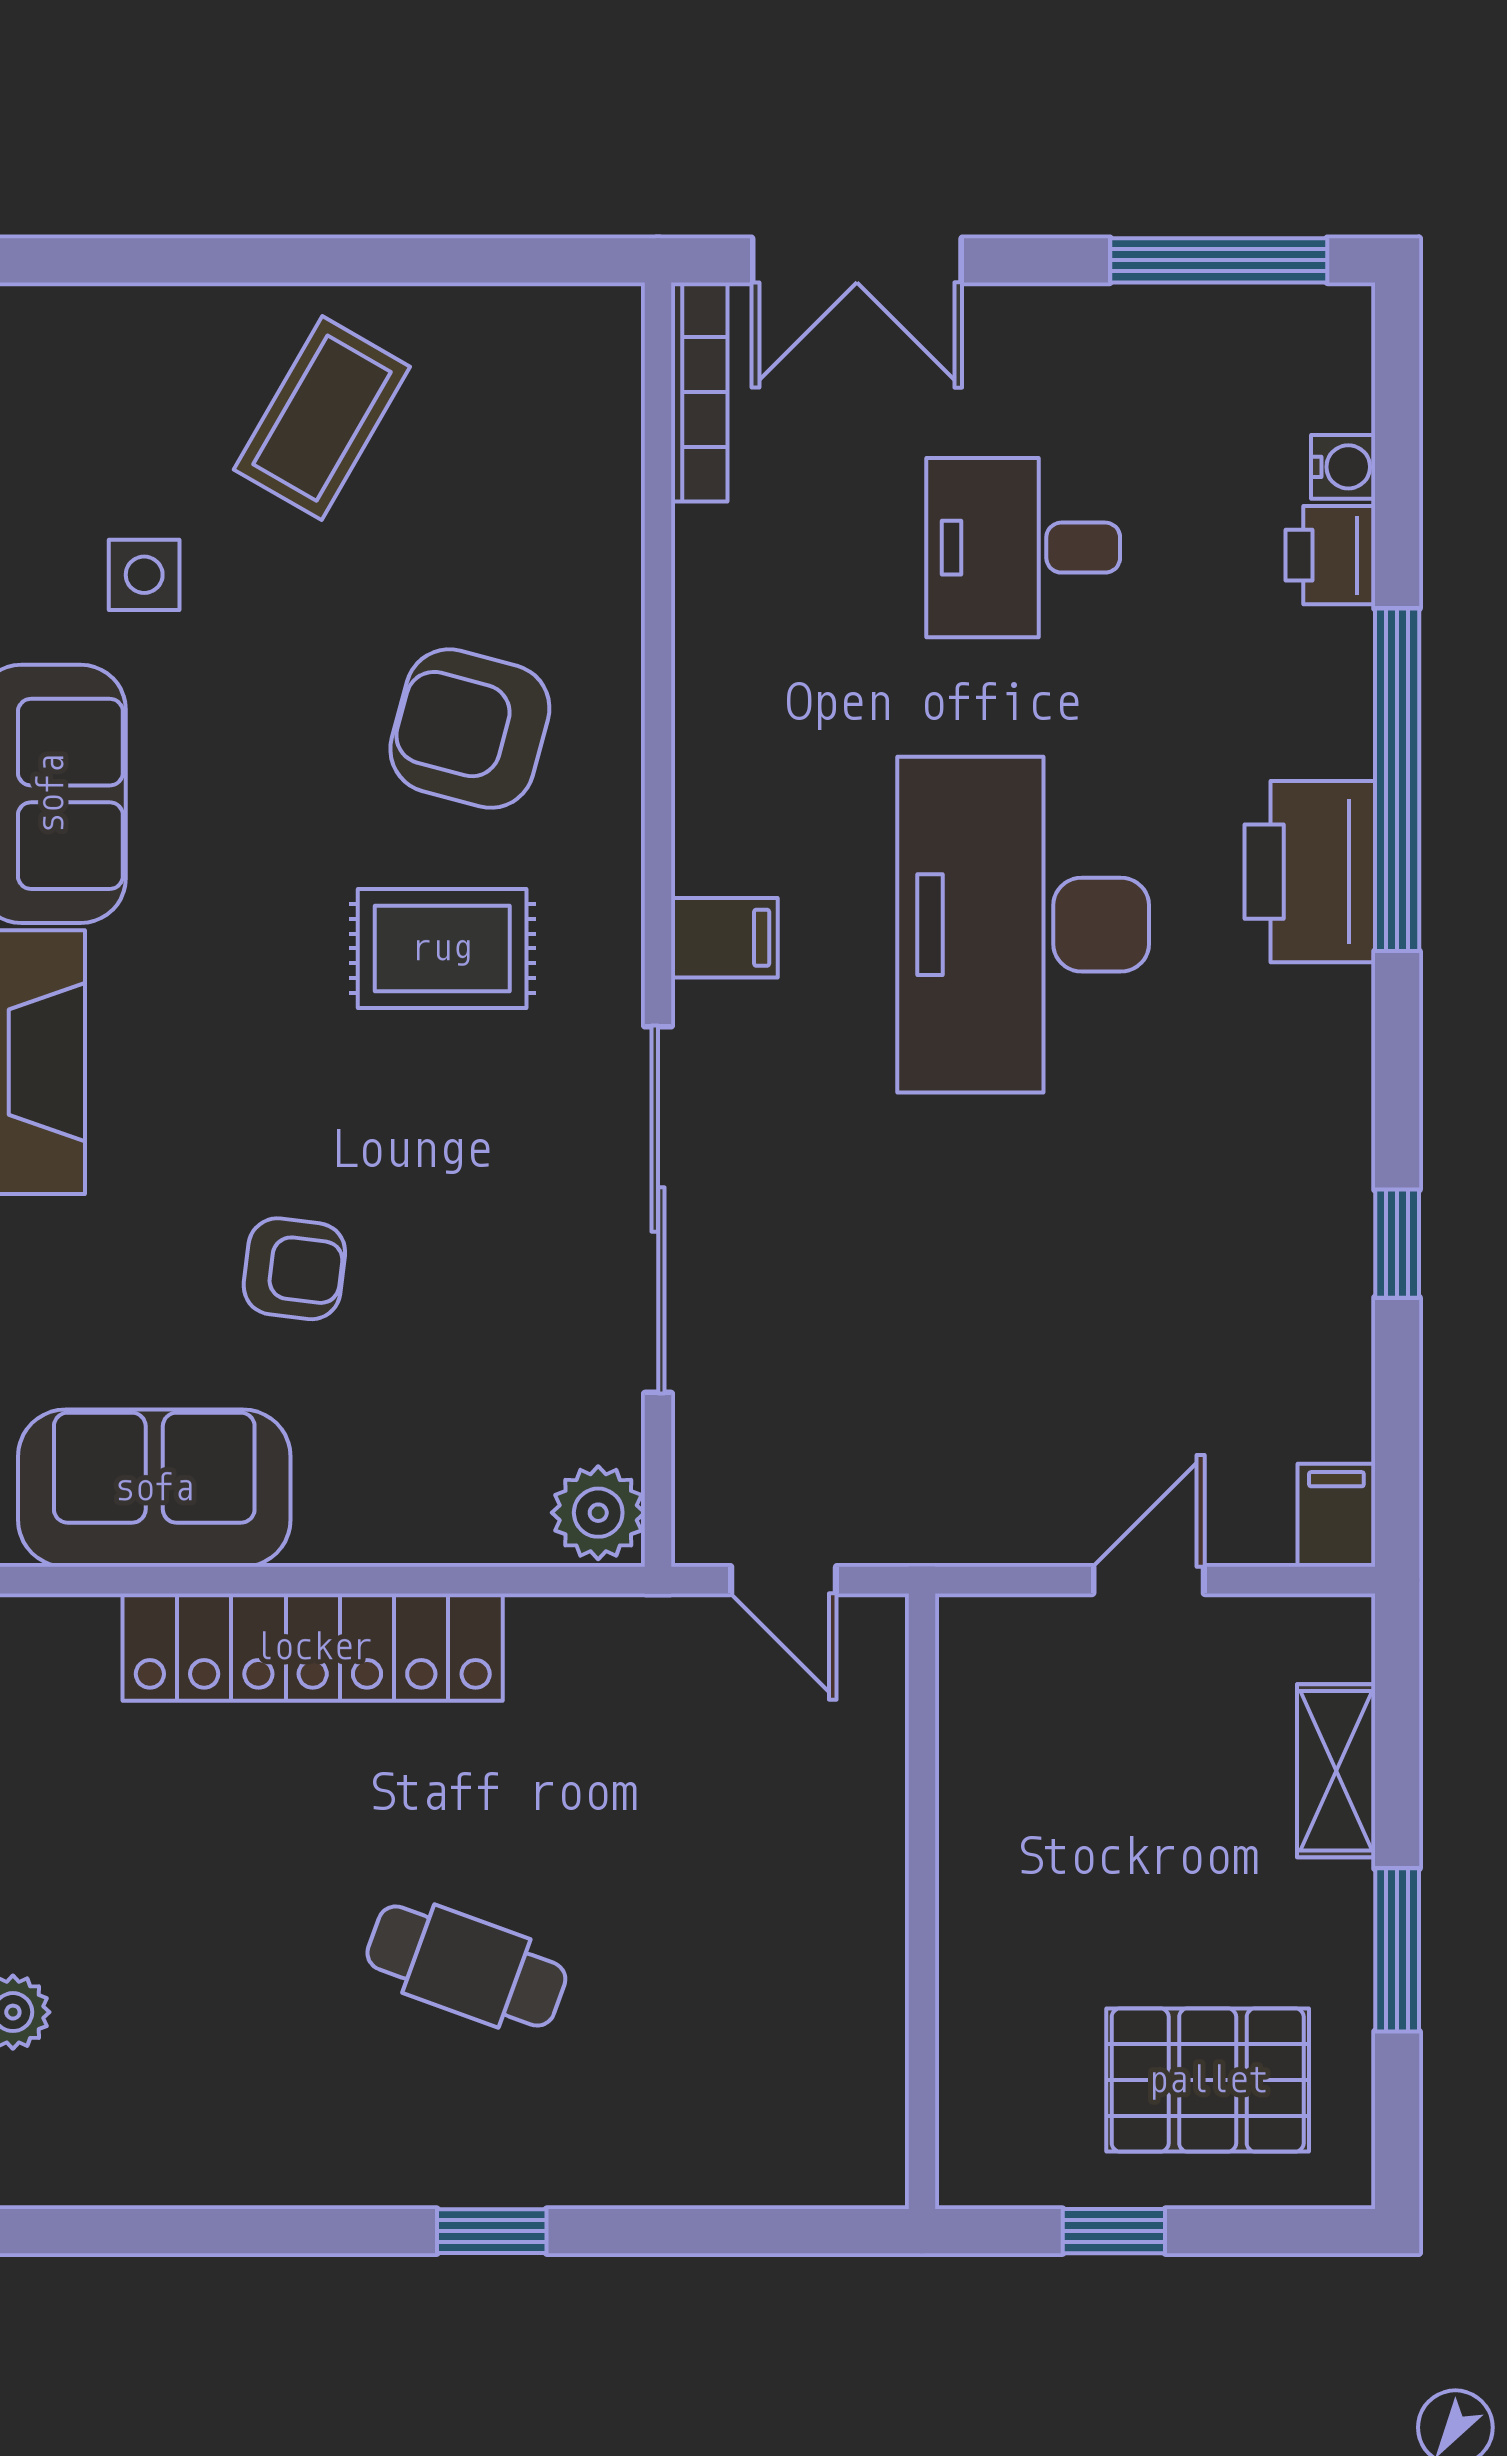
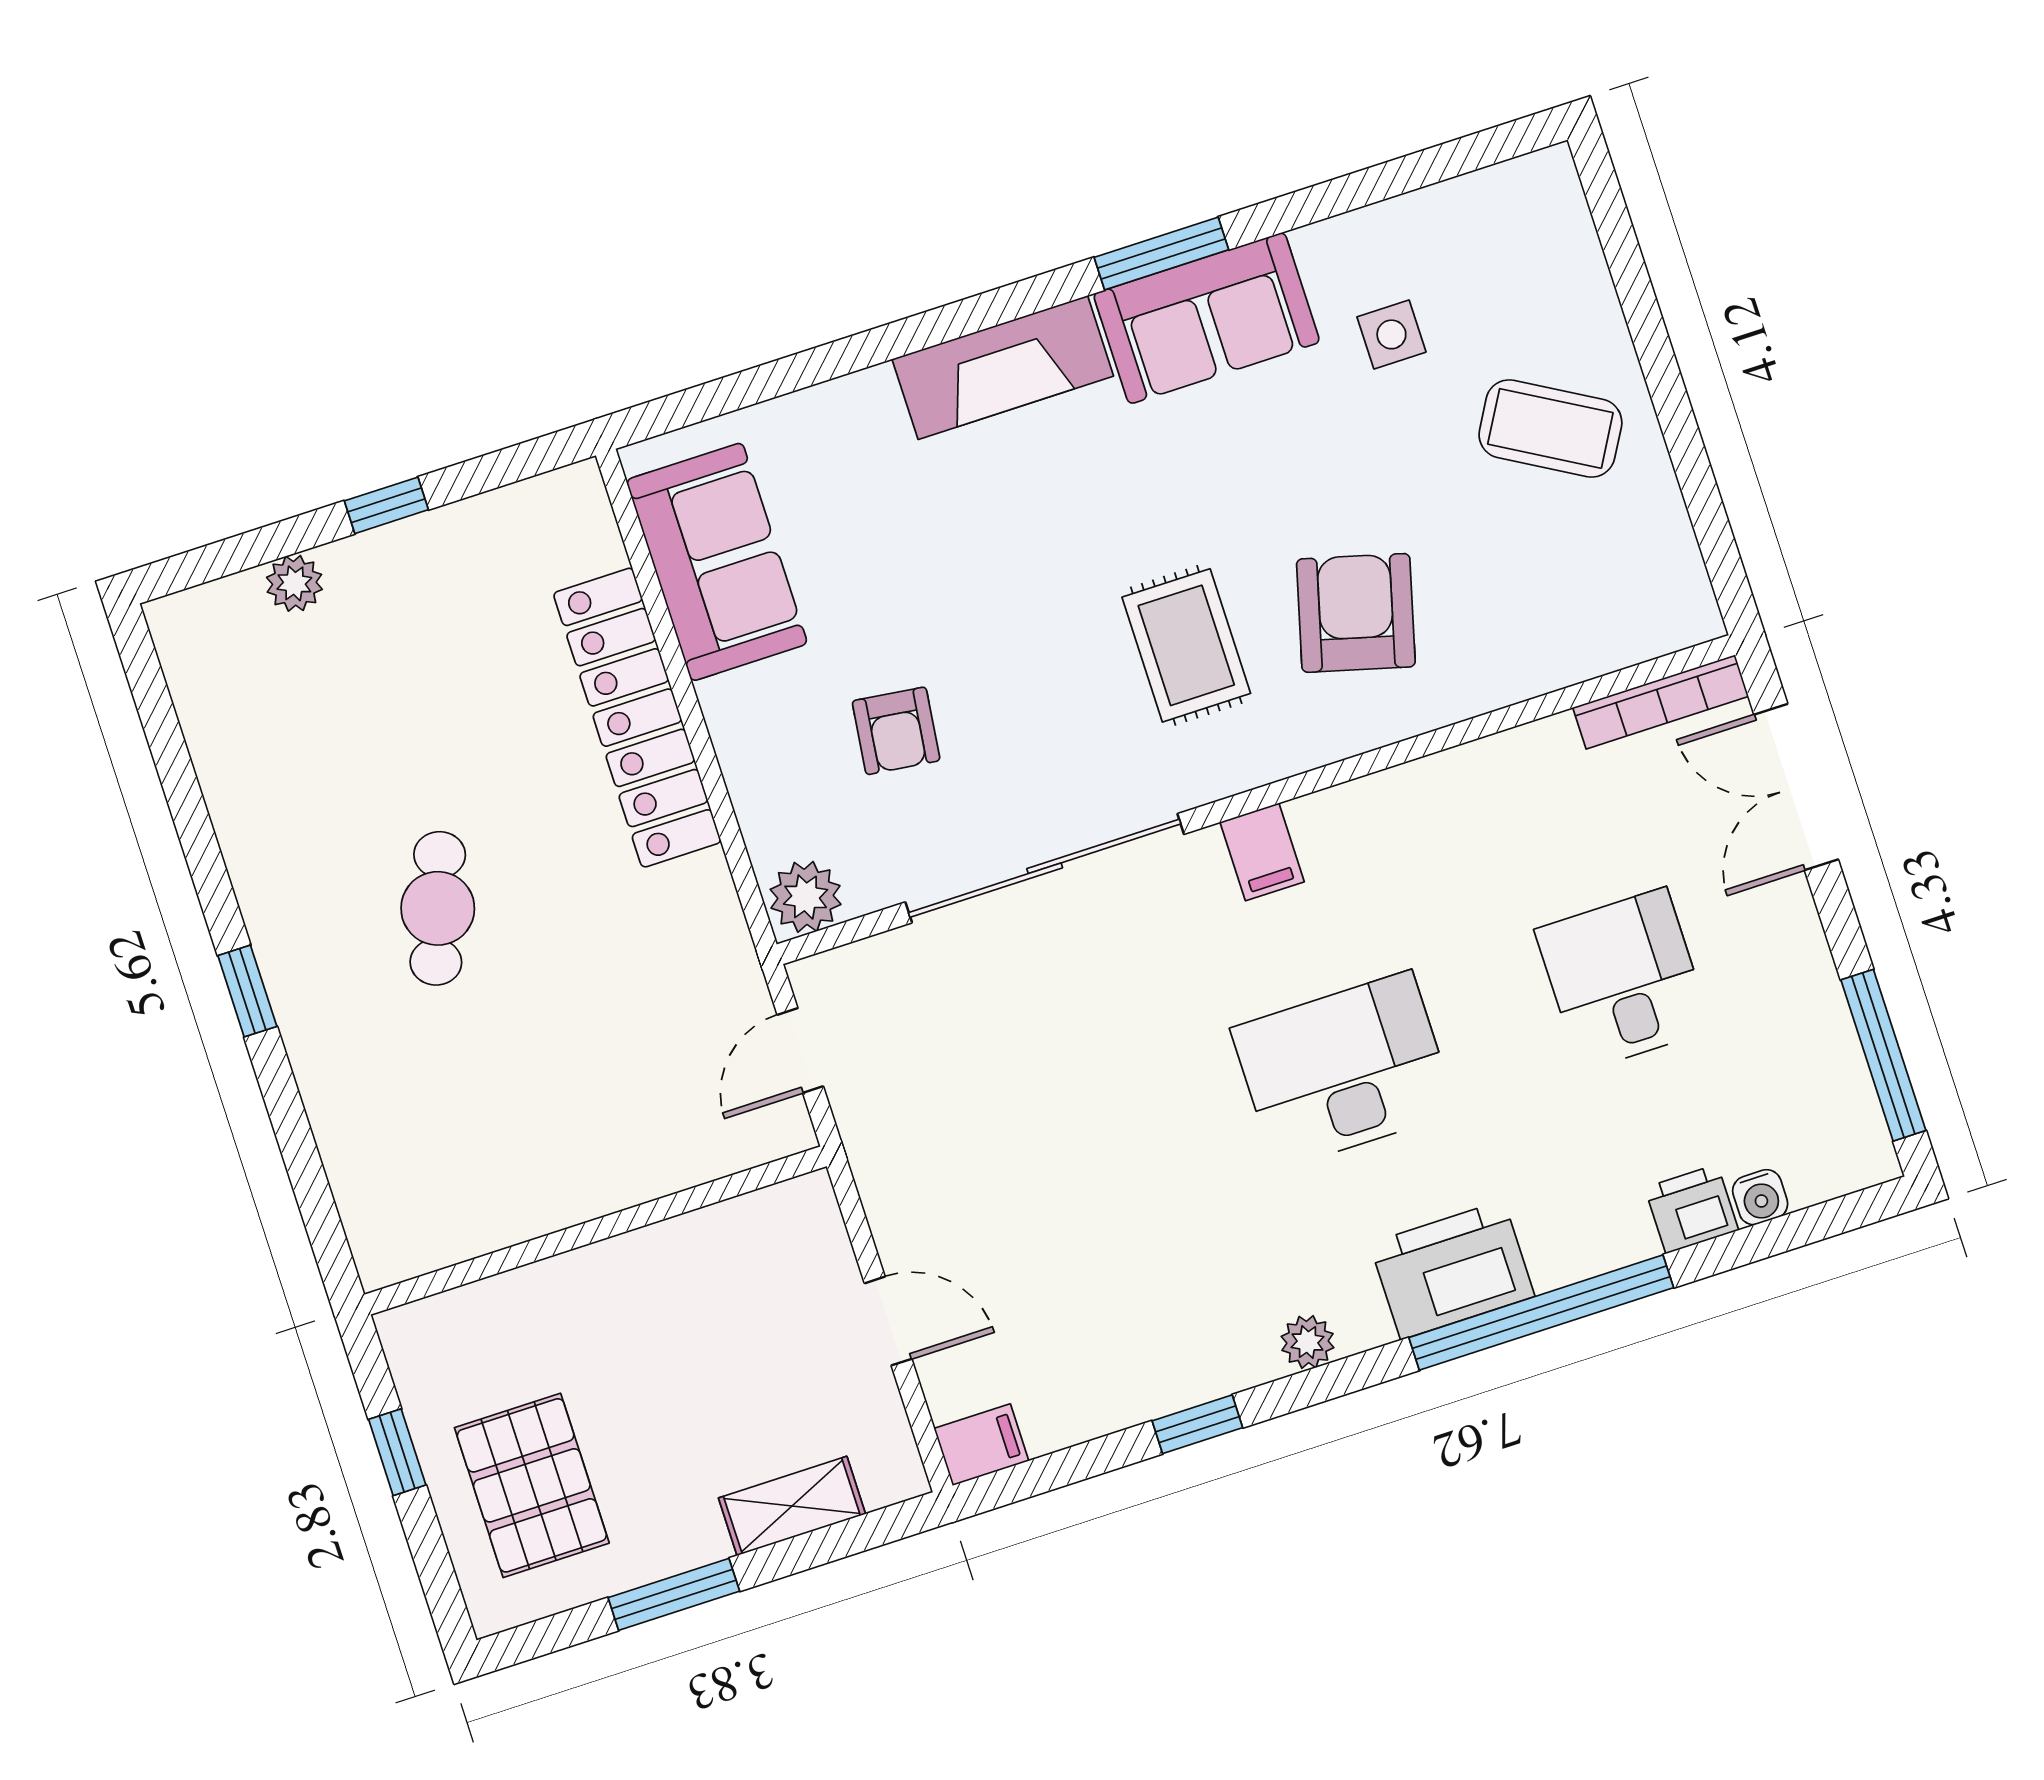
desk: (1023, 925) -> (1344, 1070), width x0.73, depth x0.77
plant: (1340, 1077) -> (1307, 1342), added
armchair: (294, 1269) -> (896, 731), moved

